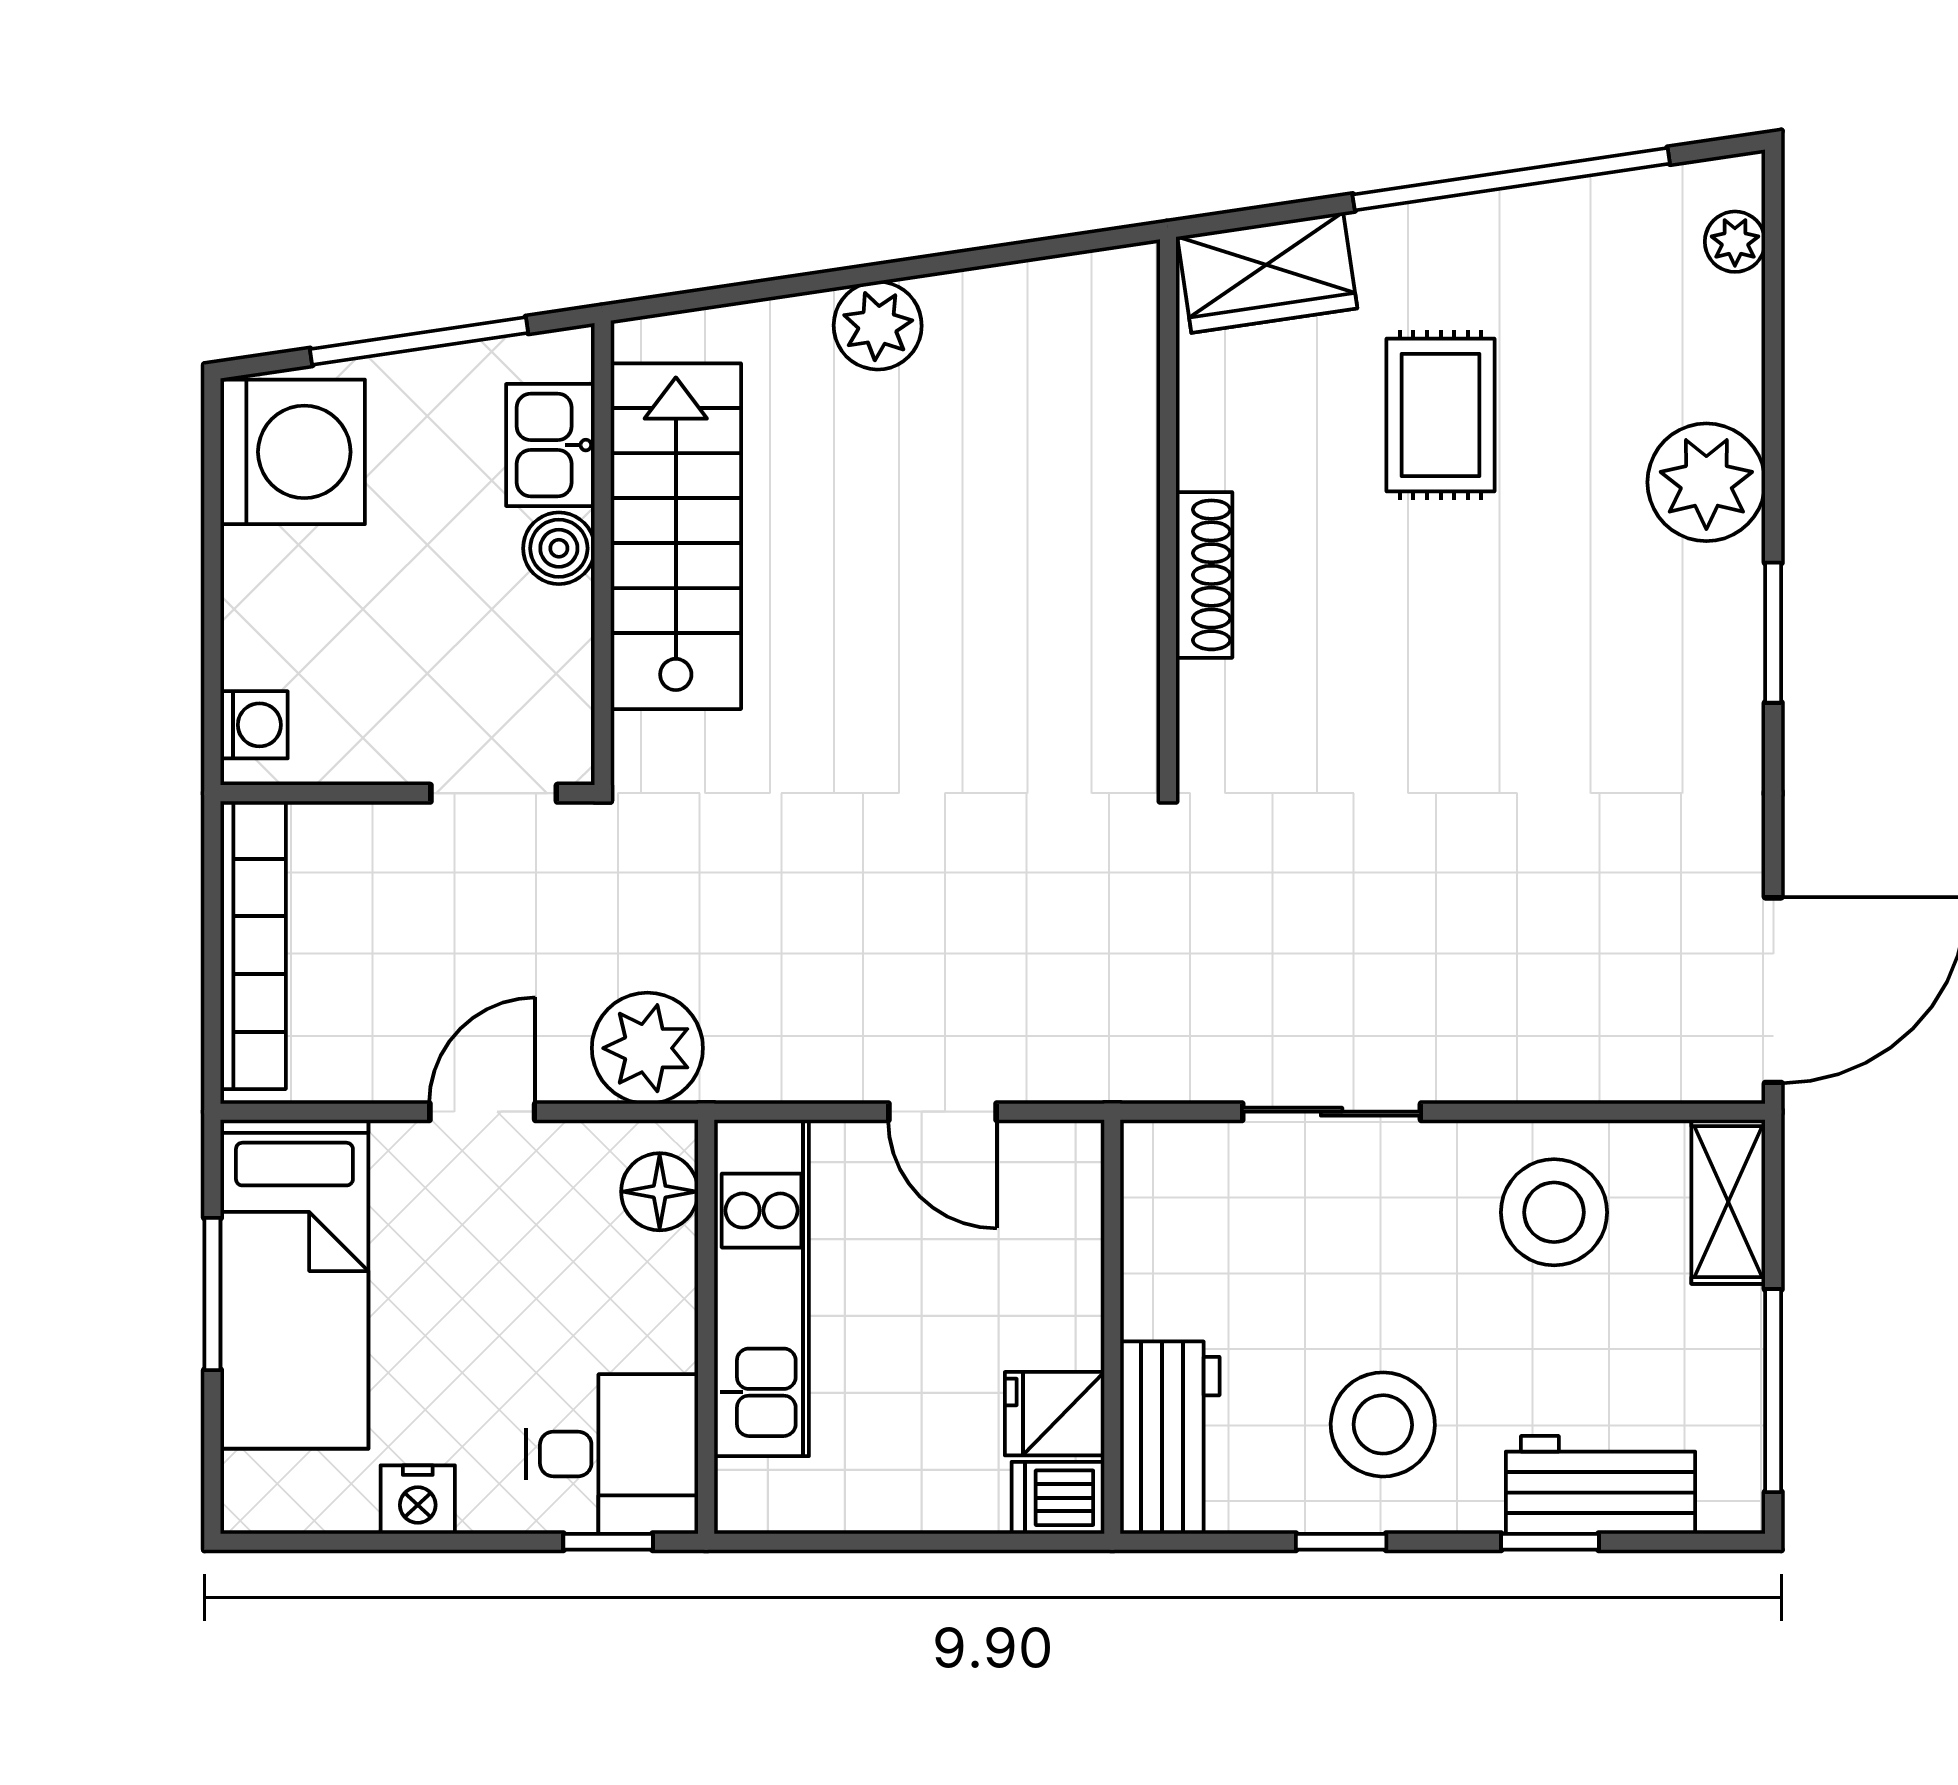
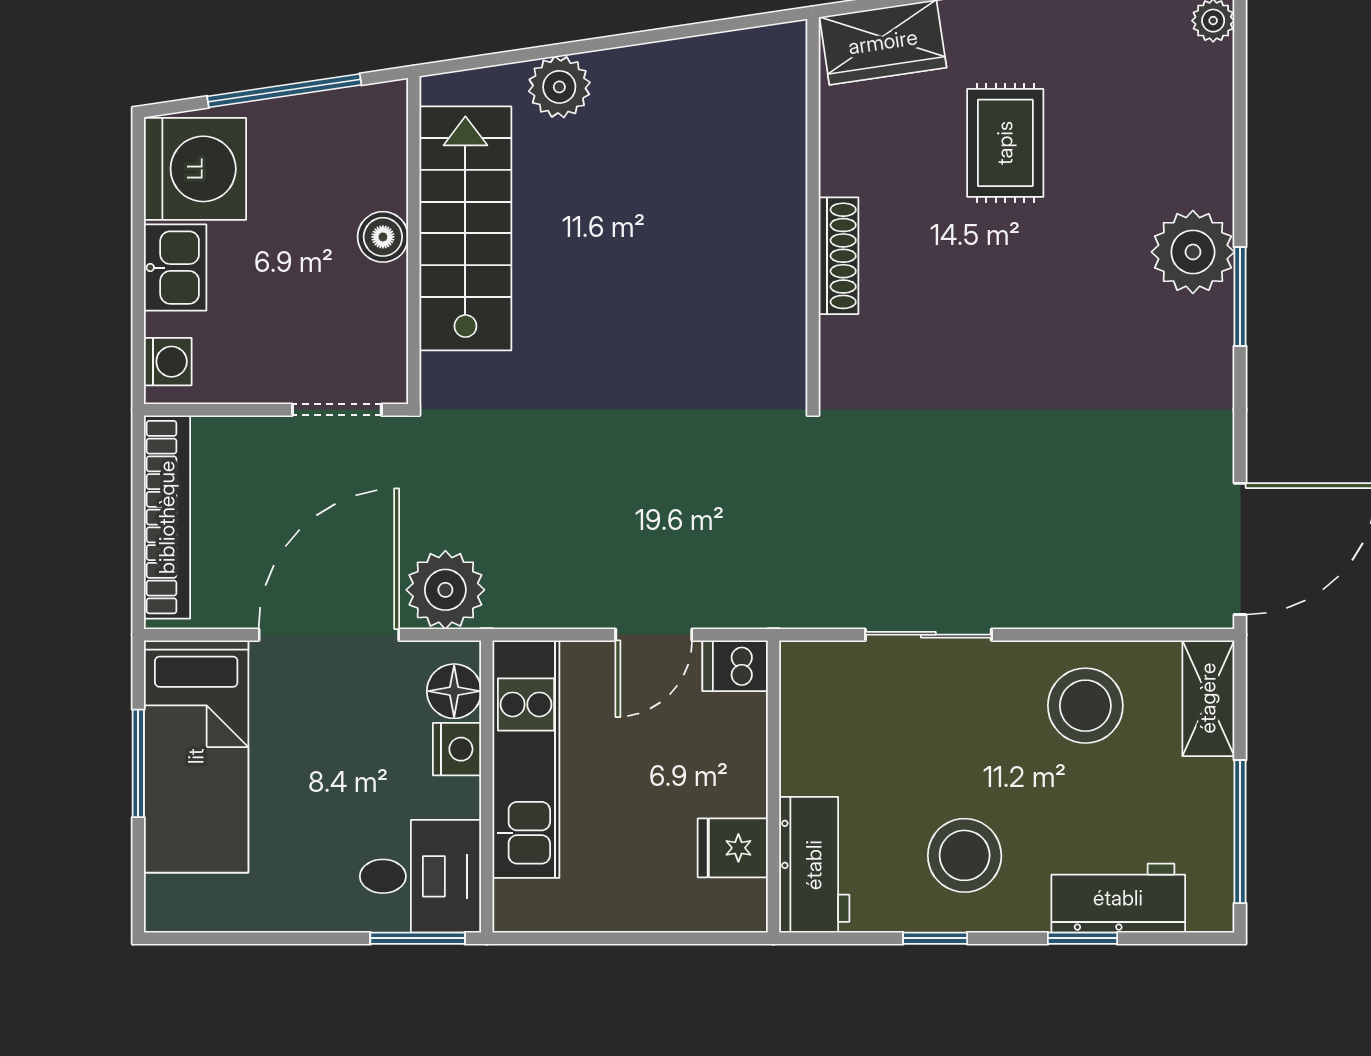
plant: (878, 326) -> (559, 87), moved
kitchen sink: (550, 445) -> (175, 268), moved, turned 180
plant: (1706, 482) -> (1193, 252), moved
door: (482, 1112) -> (329, 635), width x1.88
door: (942, 1112) -> (654, 635), hinge flipped
dishwasher: (1058, 1498) -> (735, 666), moved
nightstand: (418, 1500) -> (457, 749), moved, turned -90
window: (608, 1542) -> (418, 938), width x1.50

